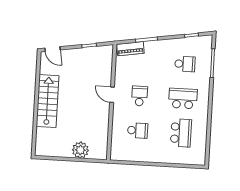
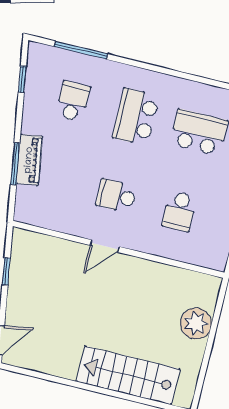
piano: (130, 49) -> (29, 160), moved
stairs: (48, 101) -> (128, 375), moved
school desk: (138, 130) -> (179, 211), turned 180

